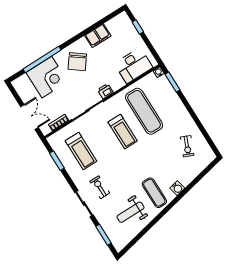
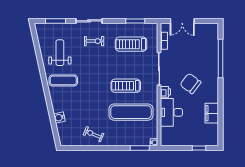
chair: (77, 62) -> (190, 83), moved
desk: (134, 66) -> (171, 112), moved
corner desk: (47, 77) -> (205, 54), removed
exercise bike: (187, 146) -> (93, 134), moved
water cooler: (177, 188) -> (59, 118), moved

